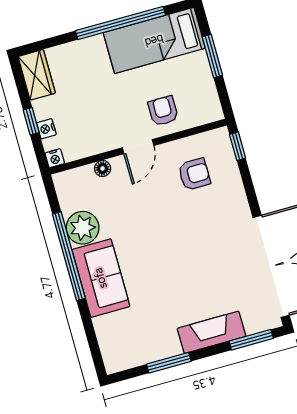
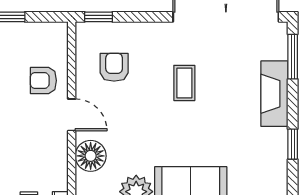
floor lamp: (103, 168) -> (91, 156), width x1.89, depth x1.89
coffee table: (198, 245) -> (184, 83), added
window: (169, 363) -> (293, 144), width x0.67

